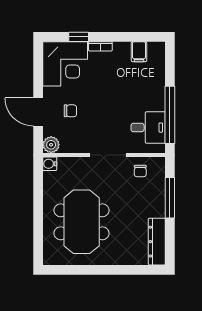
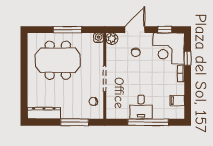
window: (38, 69) -> (165, 30), added
window: (170, 115) -> (148, 122), moved
desk: (148, 128) -> (141, 107), moved
window: (38, 208) -> (67, 30), added

